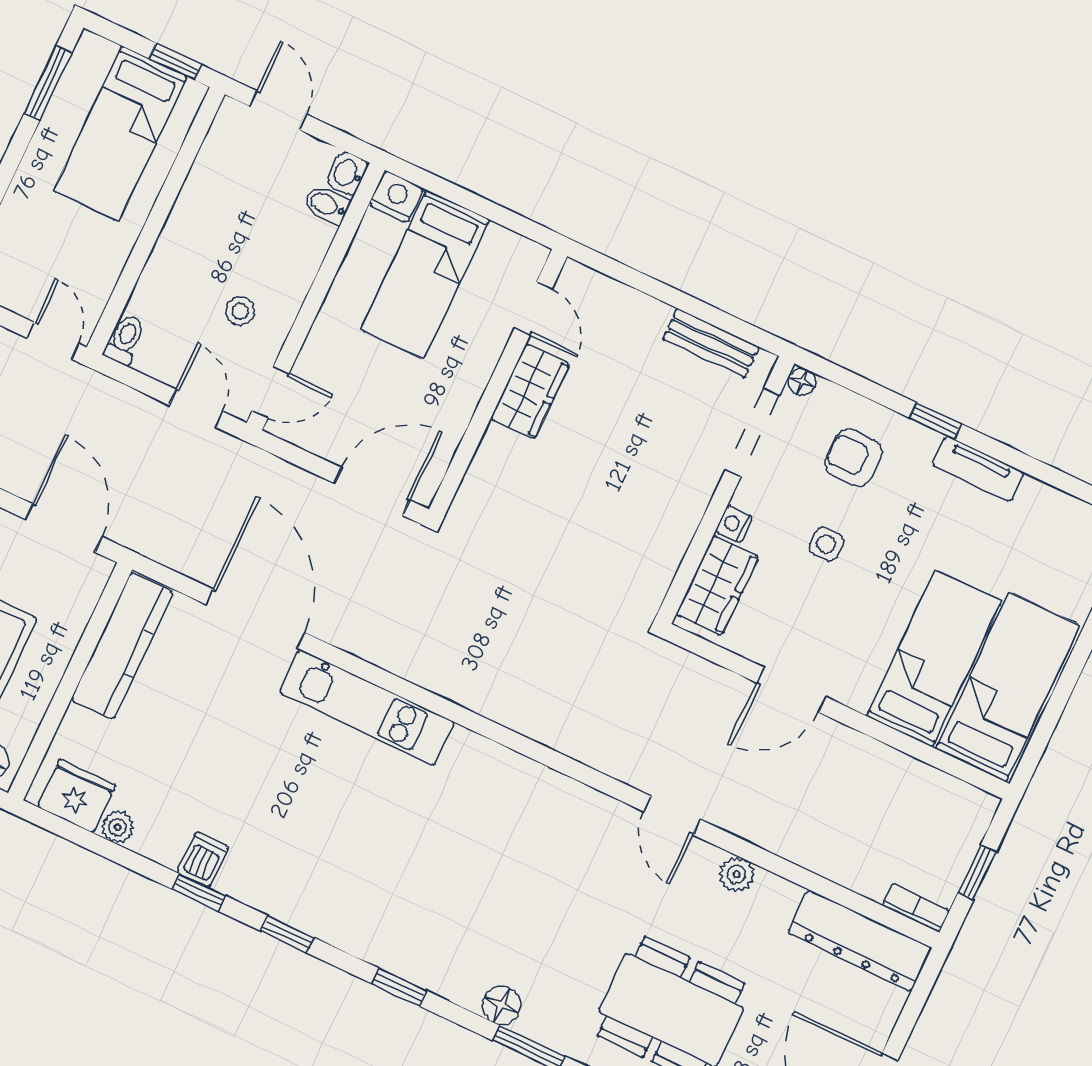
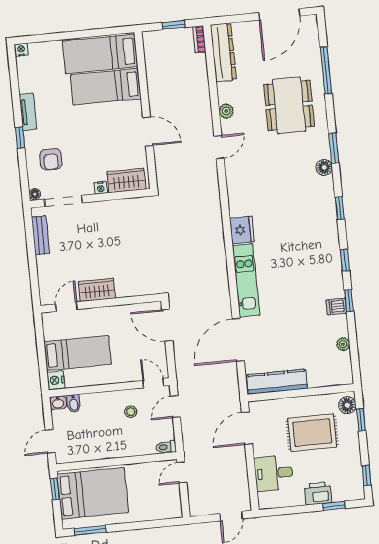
bed: (120, 134) -> (93, 493), width x1.50
side table: (826, 544) -> (88, 150), removed
fridge: (77, 796) -> (242, 230), moved, turned 180

